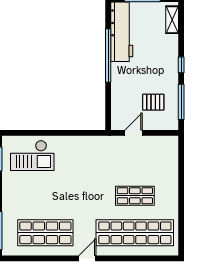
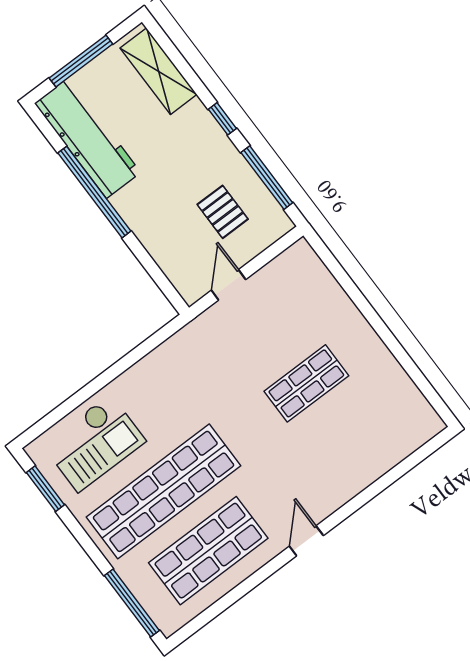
shelving: (172, 20) -> (158, 71), width x1.50, depth x1.33
pallet: (153, 102) -> (223, 212), turned 90
shop shelf: (135, 233) -> (164, 491), moved

